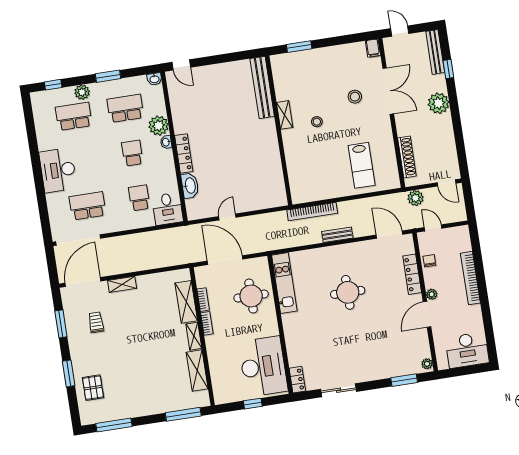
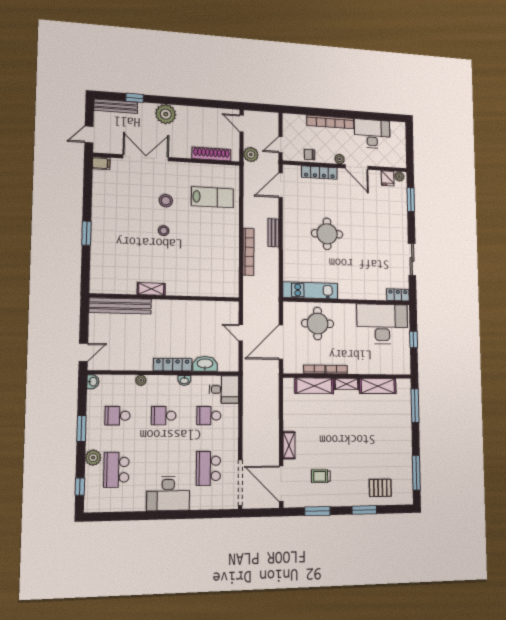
bench: (262, 88) -> (120, 306), moved
stool: (355, 97) -> (166, 201), moved
school desk: (125, 108) -> (118, 416), width x0.54
shelving: (285, 115) -> (151, 289), moved
plant: (159, 126) -> (141, 380), width x0.53, depth x0.53
wall: (279, 130) -> (165, 298), moved
washbasin: (166, 142) -> (184, 380), moved
door: (447, 183) -> (242, 124), swing flipped
desk: (467, 350) -> (372, 134), moved, turned -90
fridge: (422, 351) -> (388, 178), added

